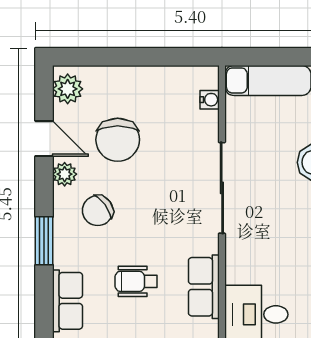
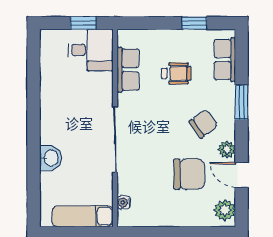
chair: (118, 140) -> (189, 174), turned 90

